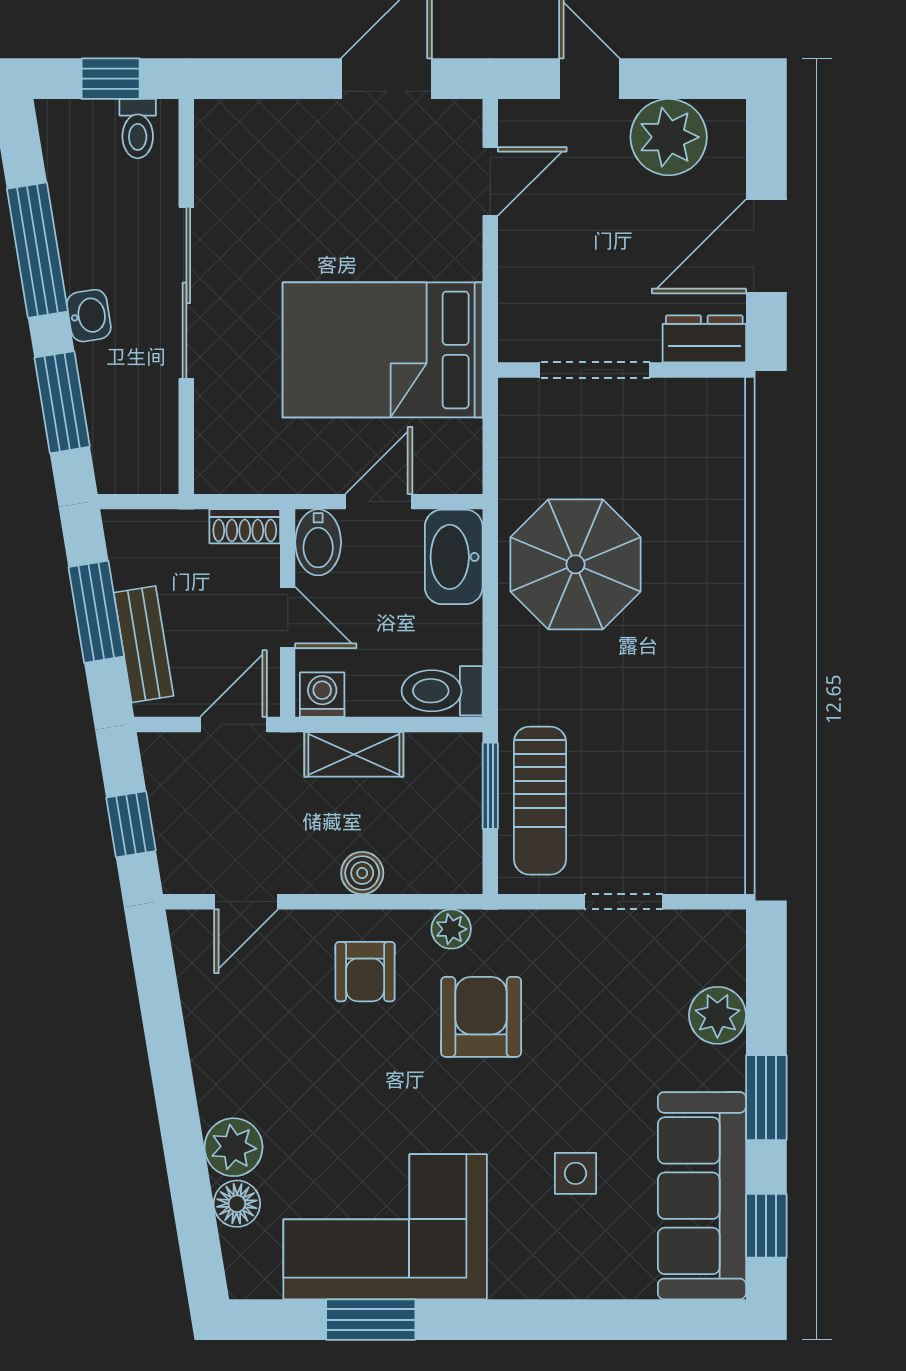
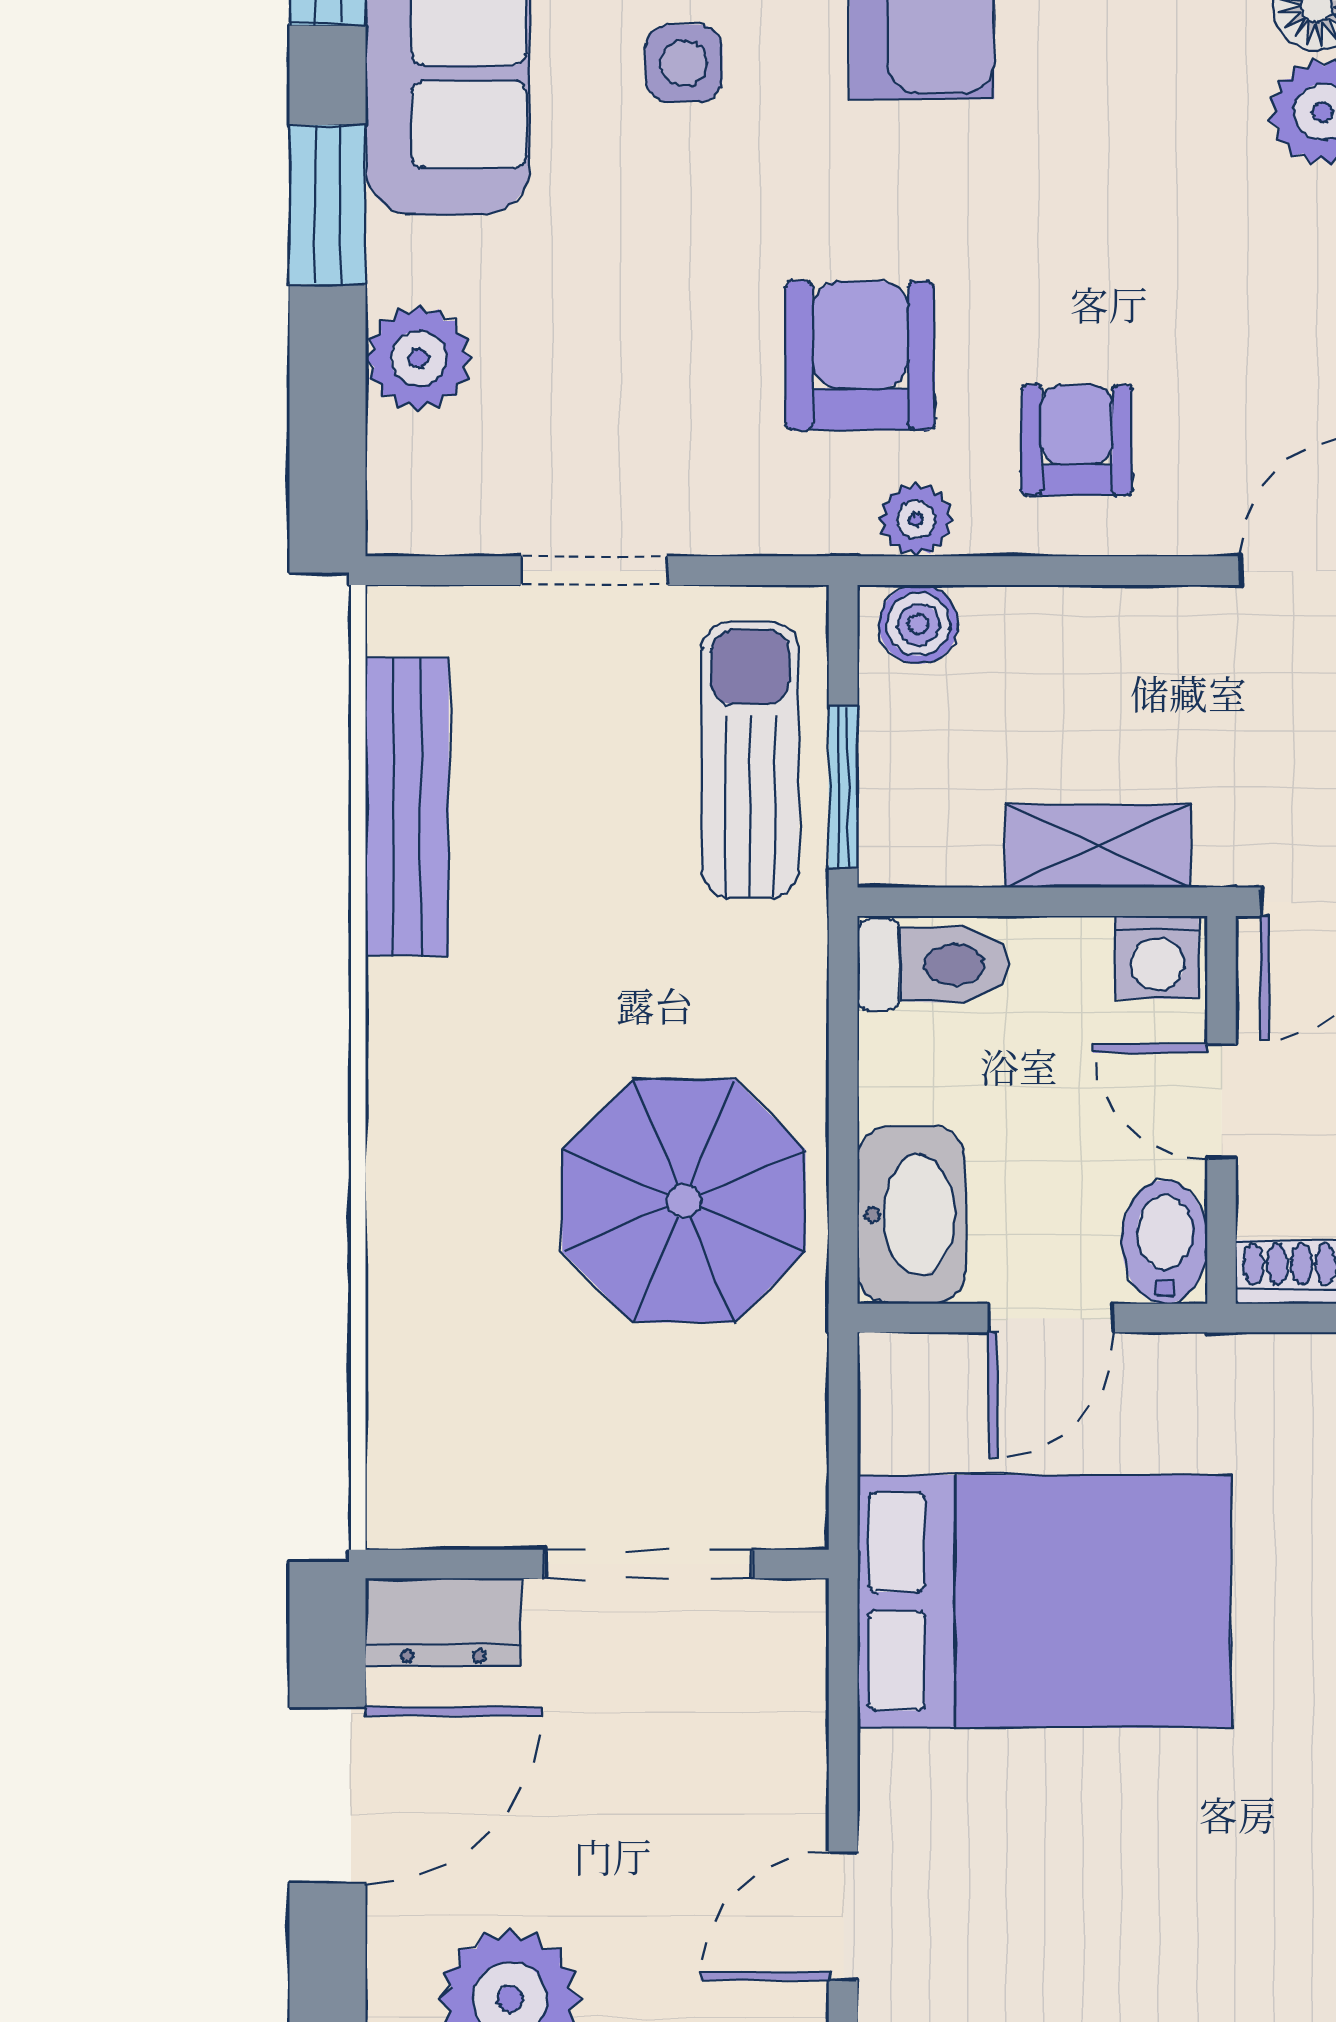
bench: (724, 775) -> (407, 807), added
boiler: (362, 873) -> (919, 624), moved
armchair: (481, 1017) -> (860, 356), turned 180

